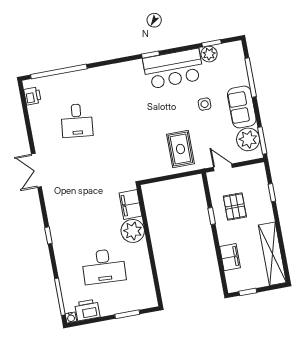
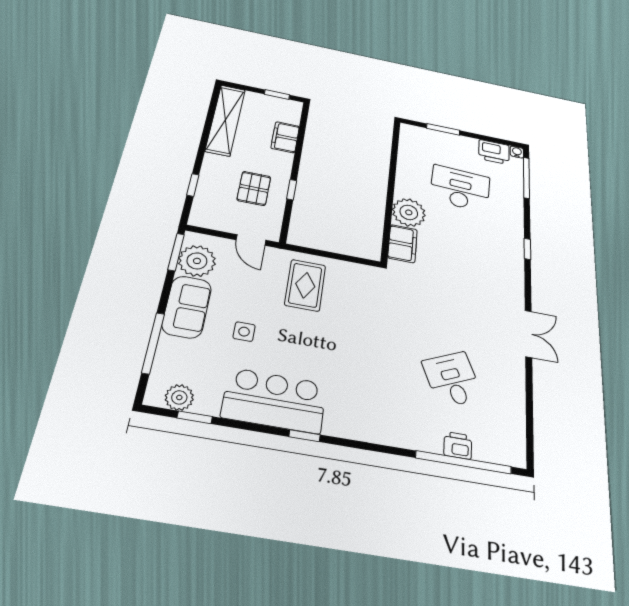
plant: (209, 54) -> (179, 397), moved
printer: (32, 96) -> (458, 445), moved, turned 90
desk: (77, 121) -> (452, 379), turned -30

